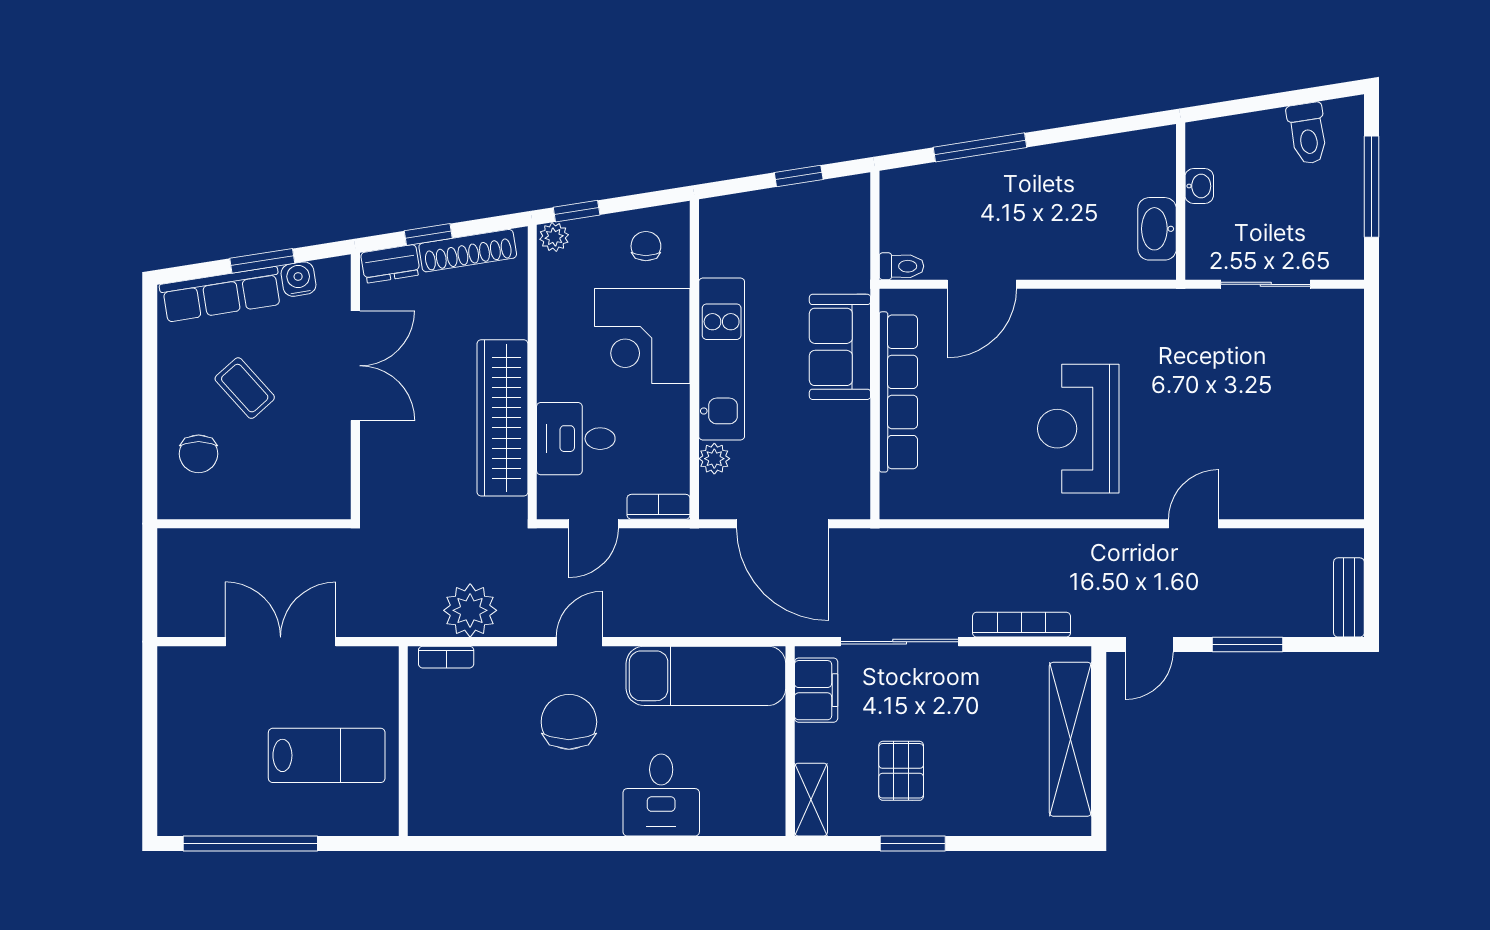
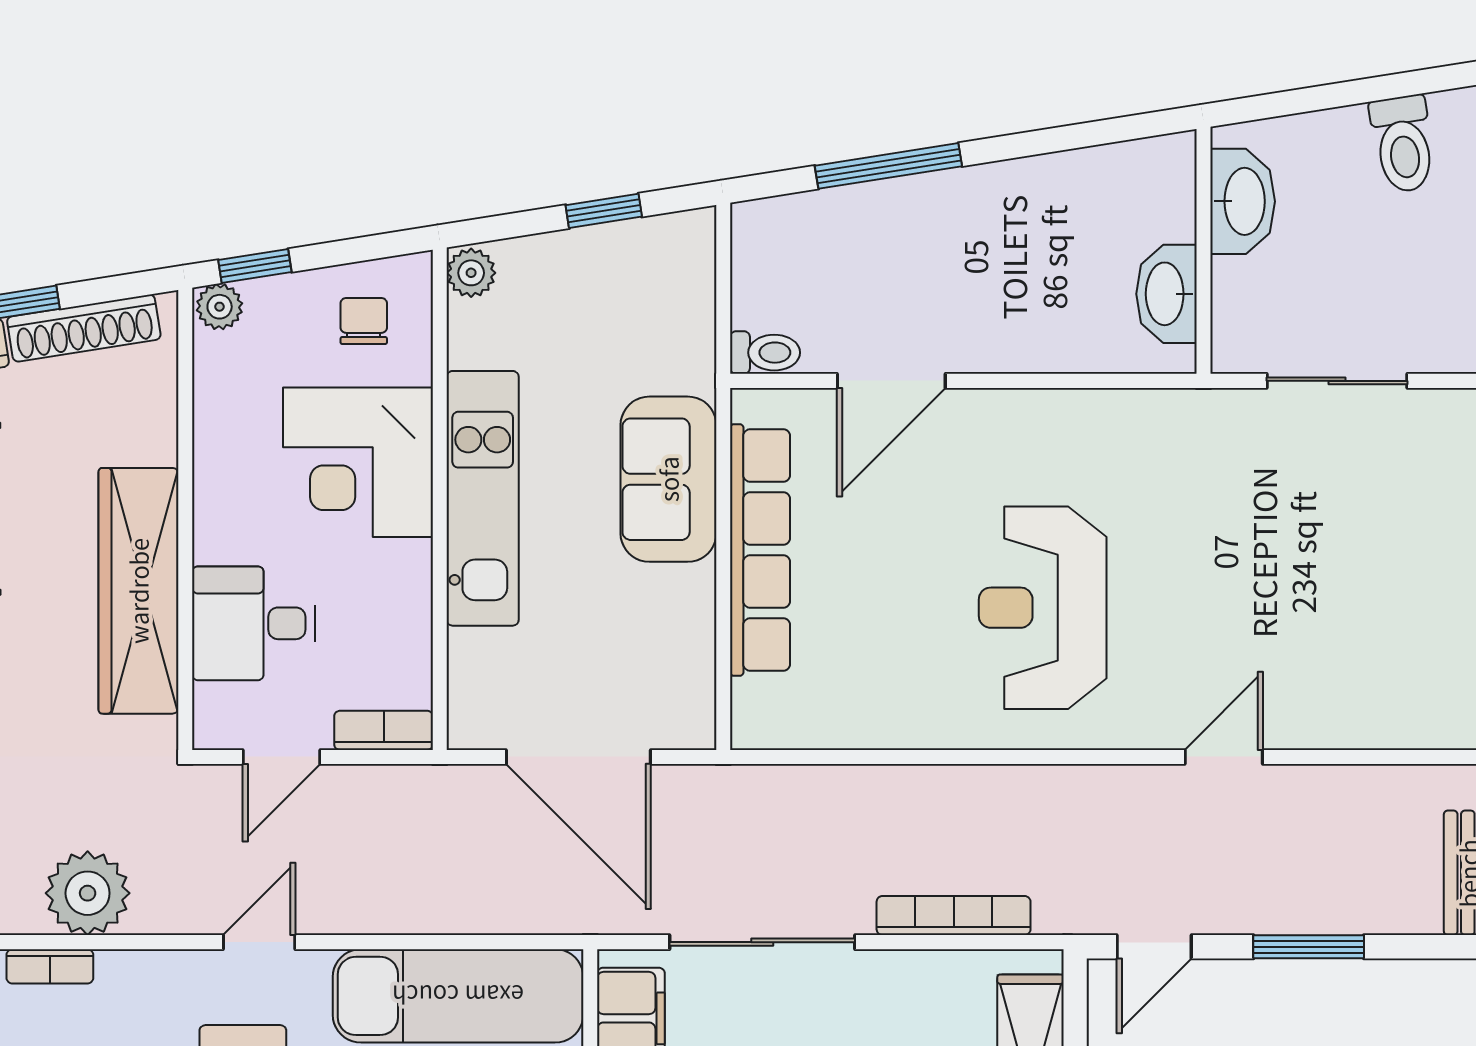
washbasin: (1199, 186) -> (1243, 201), width x1.91, depth x1.45
plant: (714, 459) -> (471, 273), moved

